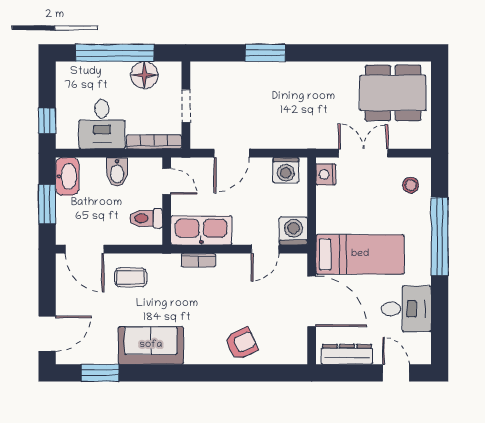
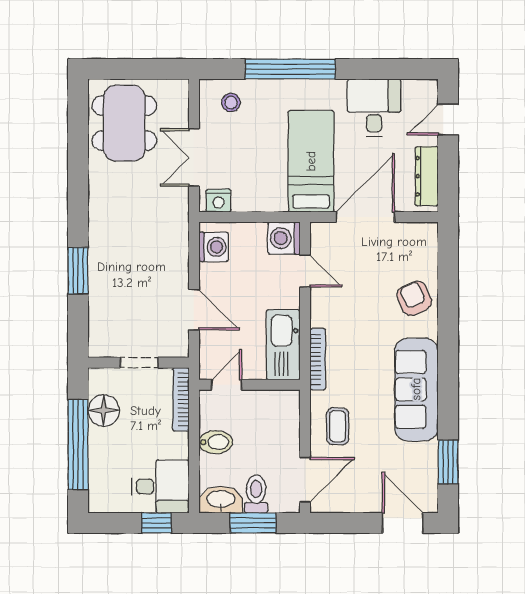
desk: (102, 124) -> (160, 487), moved
toilet: (146, 218) -> (256, 494), moved, turned 180
bookcase: (198, 260) -> (318, 359), width x1.56
sofa: (151, 345) -> (416, 389), width x1.36

